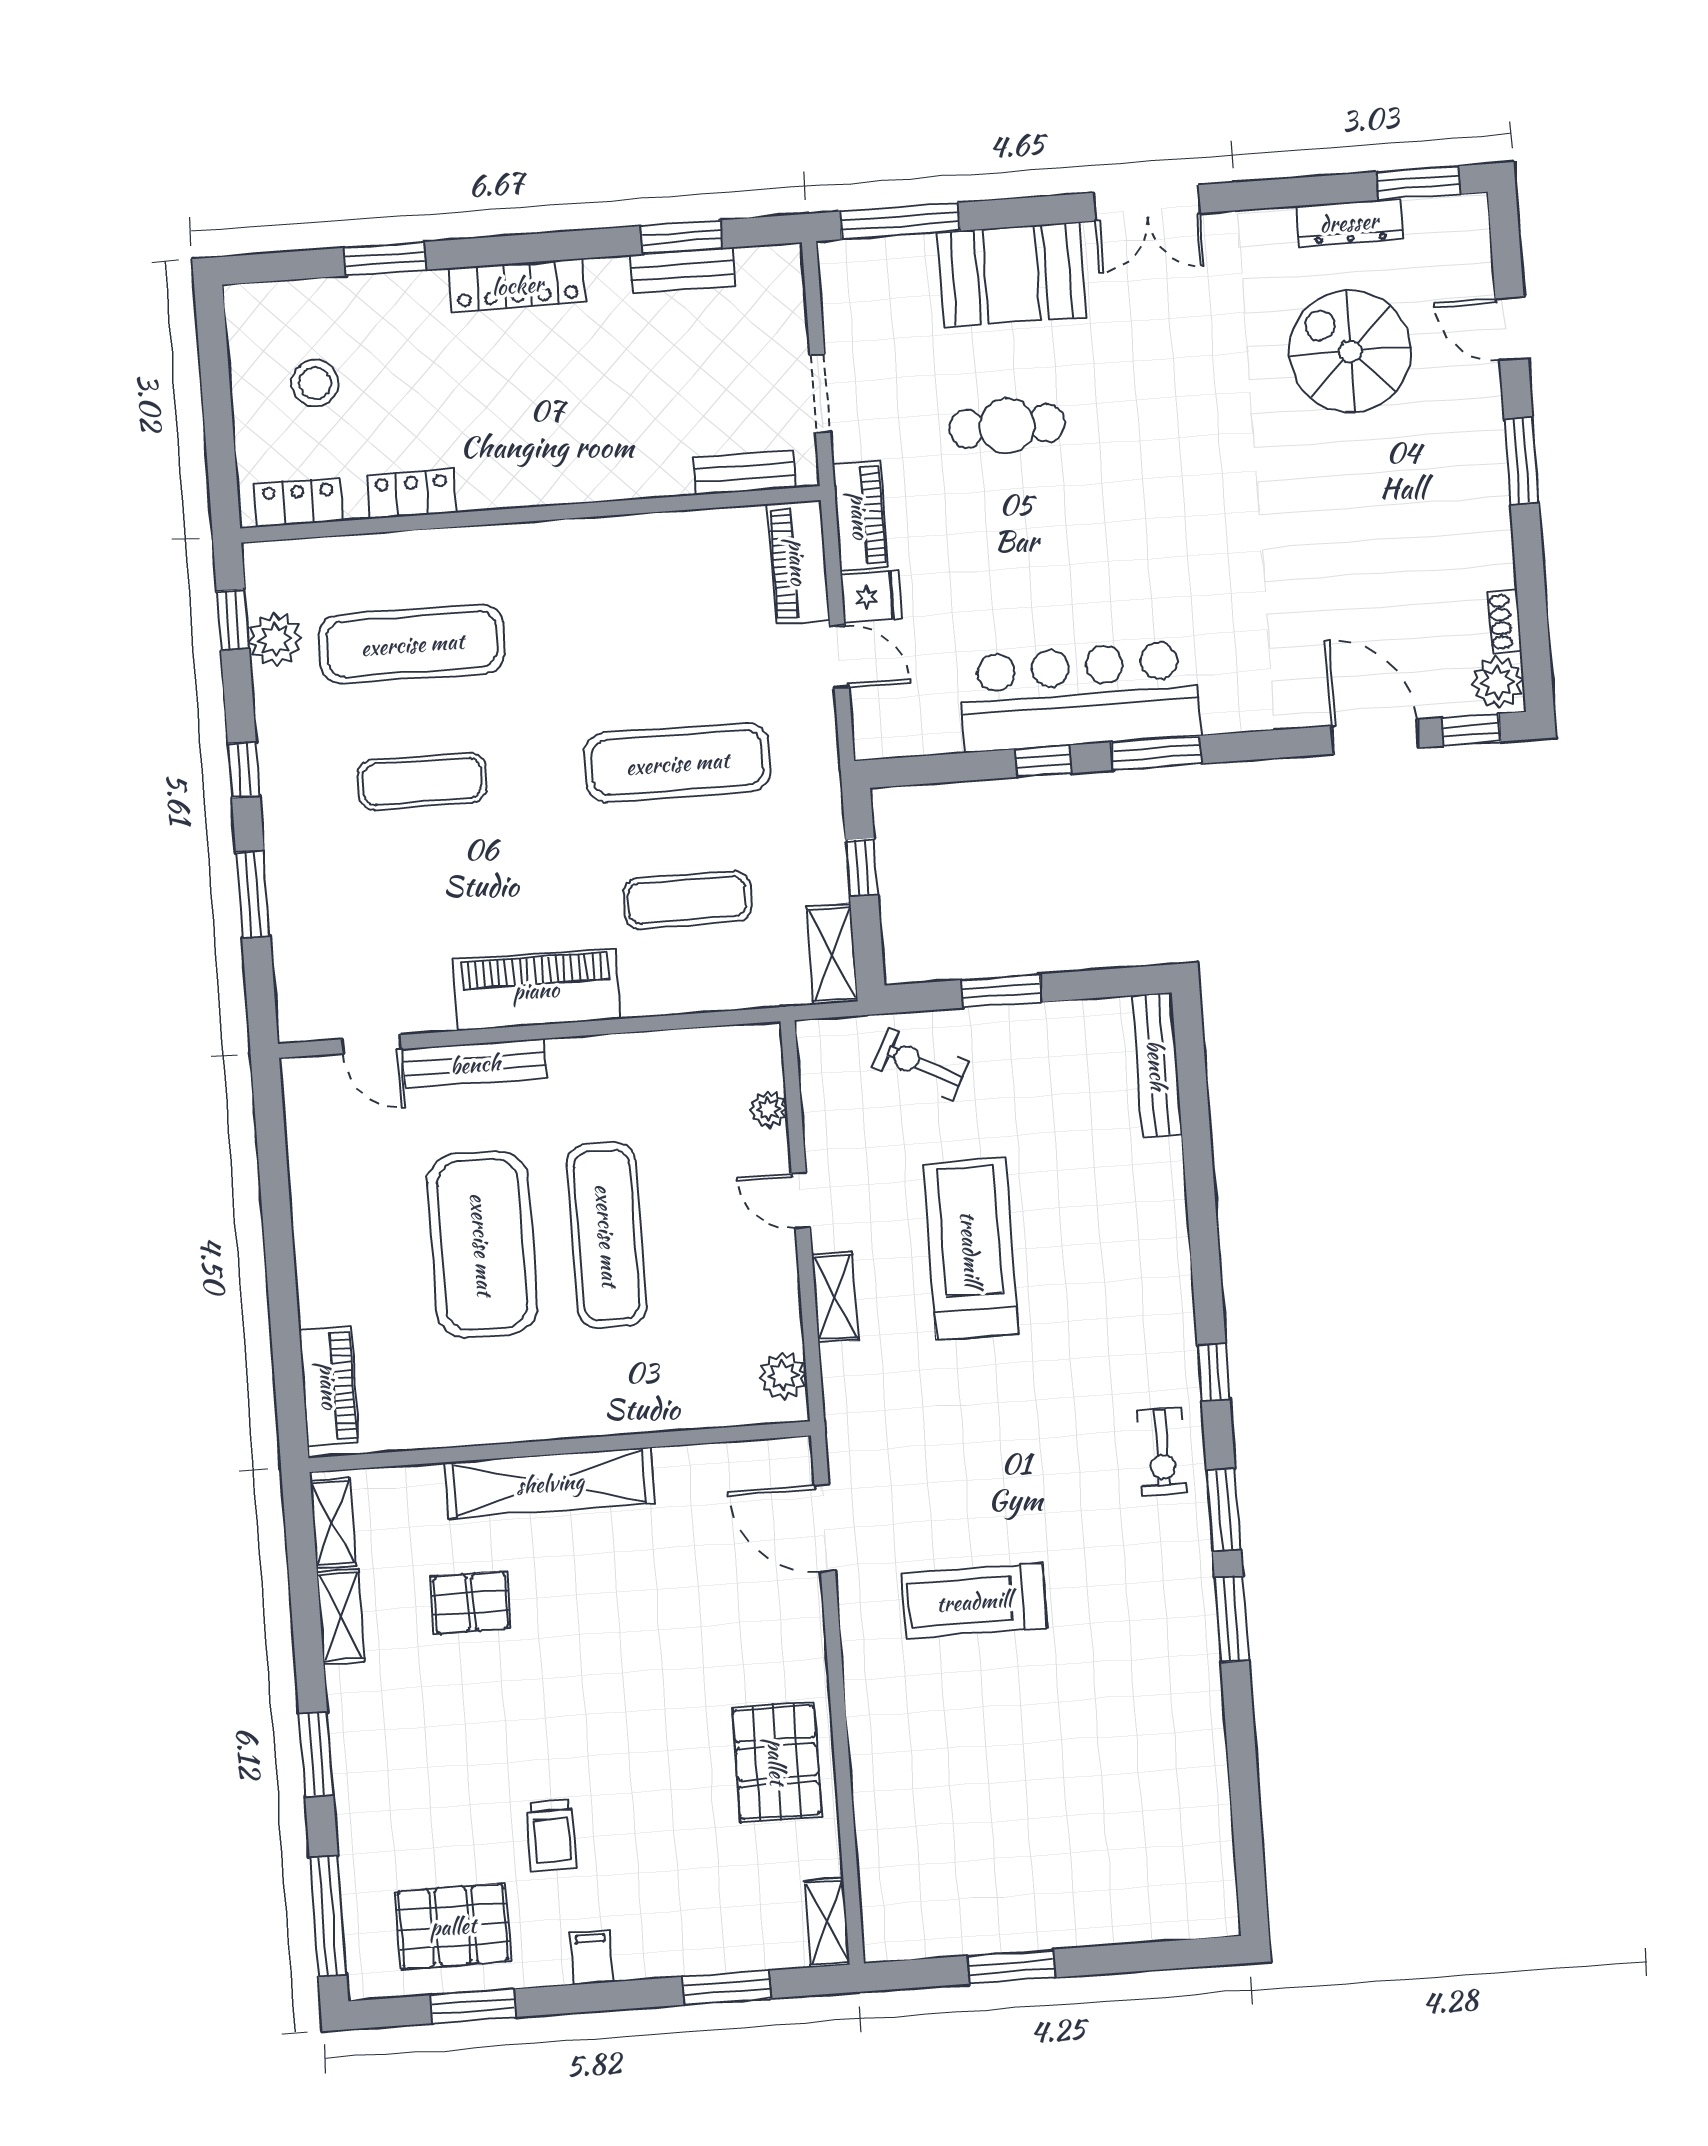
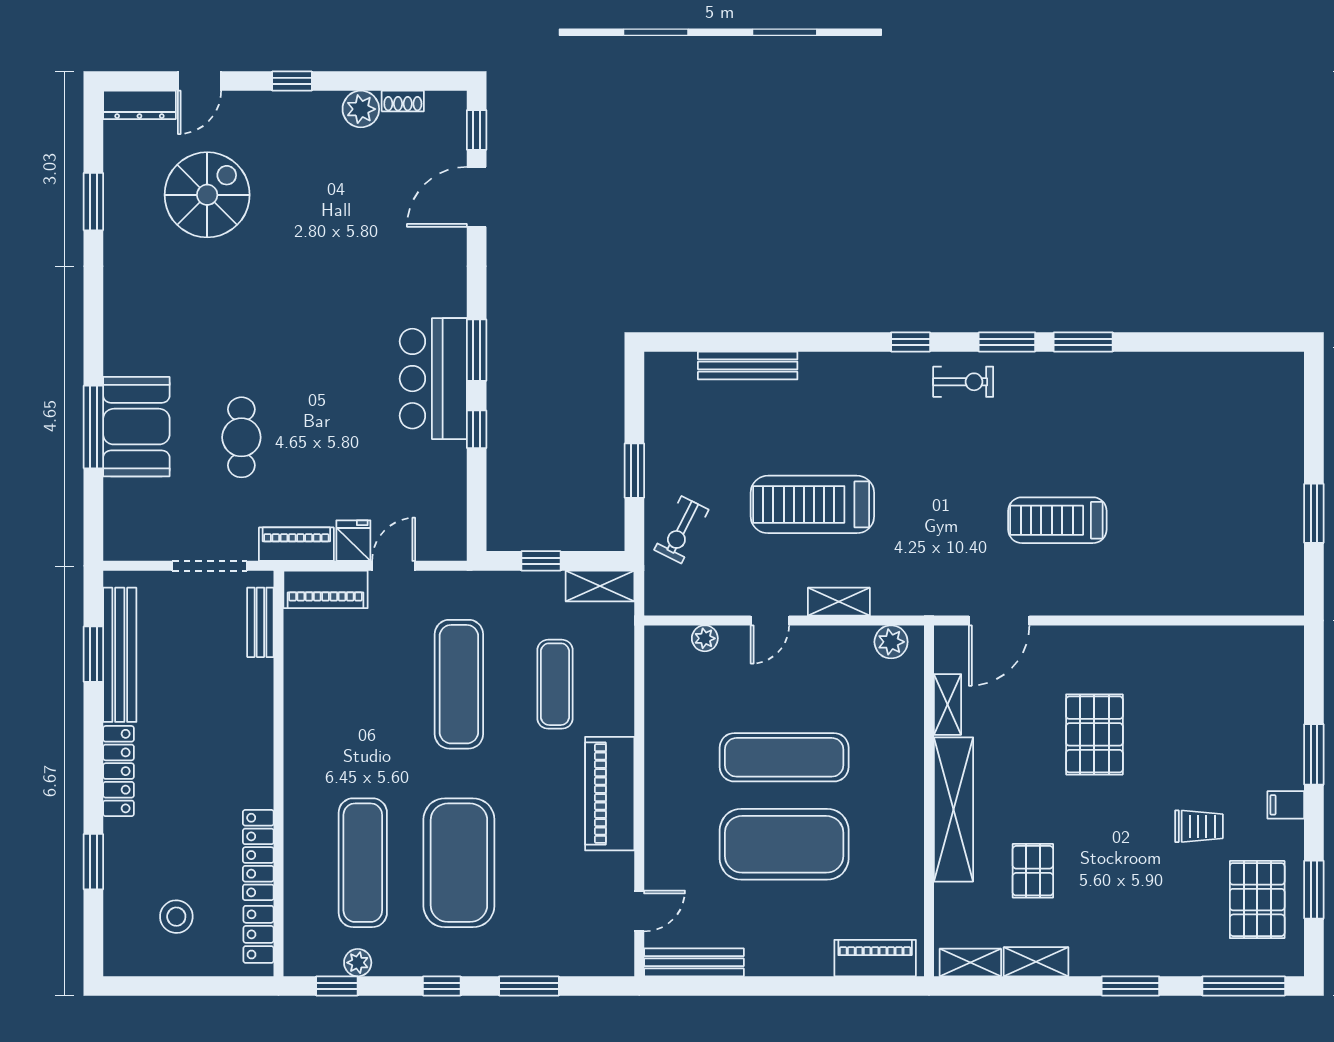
window: (1418, 183) -> (93, 202), moved
double door: (1147, 203) -> (93, 329), removed
window: (900, 221) -> (93, 427), moved
dresser: (1349, 222) -> (139, 105), moved, turned 90
bench: (683, 271) -> (120, 655), width x1.86, depth x1.21
spiral stairs: (1350, 351) -> (207, 195), turned 180
doorway: (820, 393) -> (209, 566), width x1.38
window: (1521, 461) -> (292, 81), width x0.67
locker: (412, 494) -> (258, 855), width x1.53
plant: (275, 639) -> (358, 963), width x0.73, depth x0.73
plant: (1498, 682) -> (361, 109), moved
bar counter: (1080, 696) -> (433, 379), width x0.73
exercise mat: (422, 781) -> (459, 863), width x2.00, depth x1.45
bench: (475, 1064) -> (694, 962), moved, turned 90
bench: (1157, 1065) -> (748, 366), moved
treadmill: (974, 1601) -> (1057, 520), turned 90
pallet: (777, 1762) -> (1094, 734), moved, turned 90
shelving: (827, 1923) -> (948, 704), moved, turned 90
window: (727, 1988) -> (1314, 754), moved

